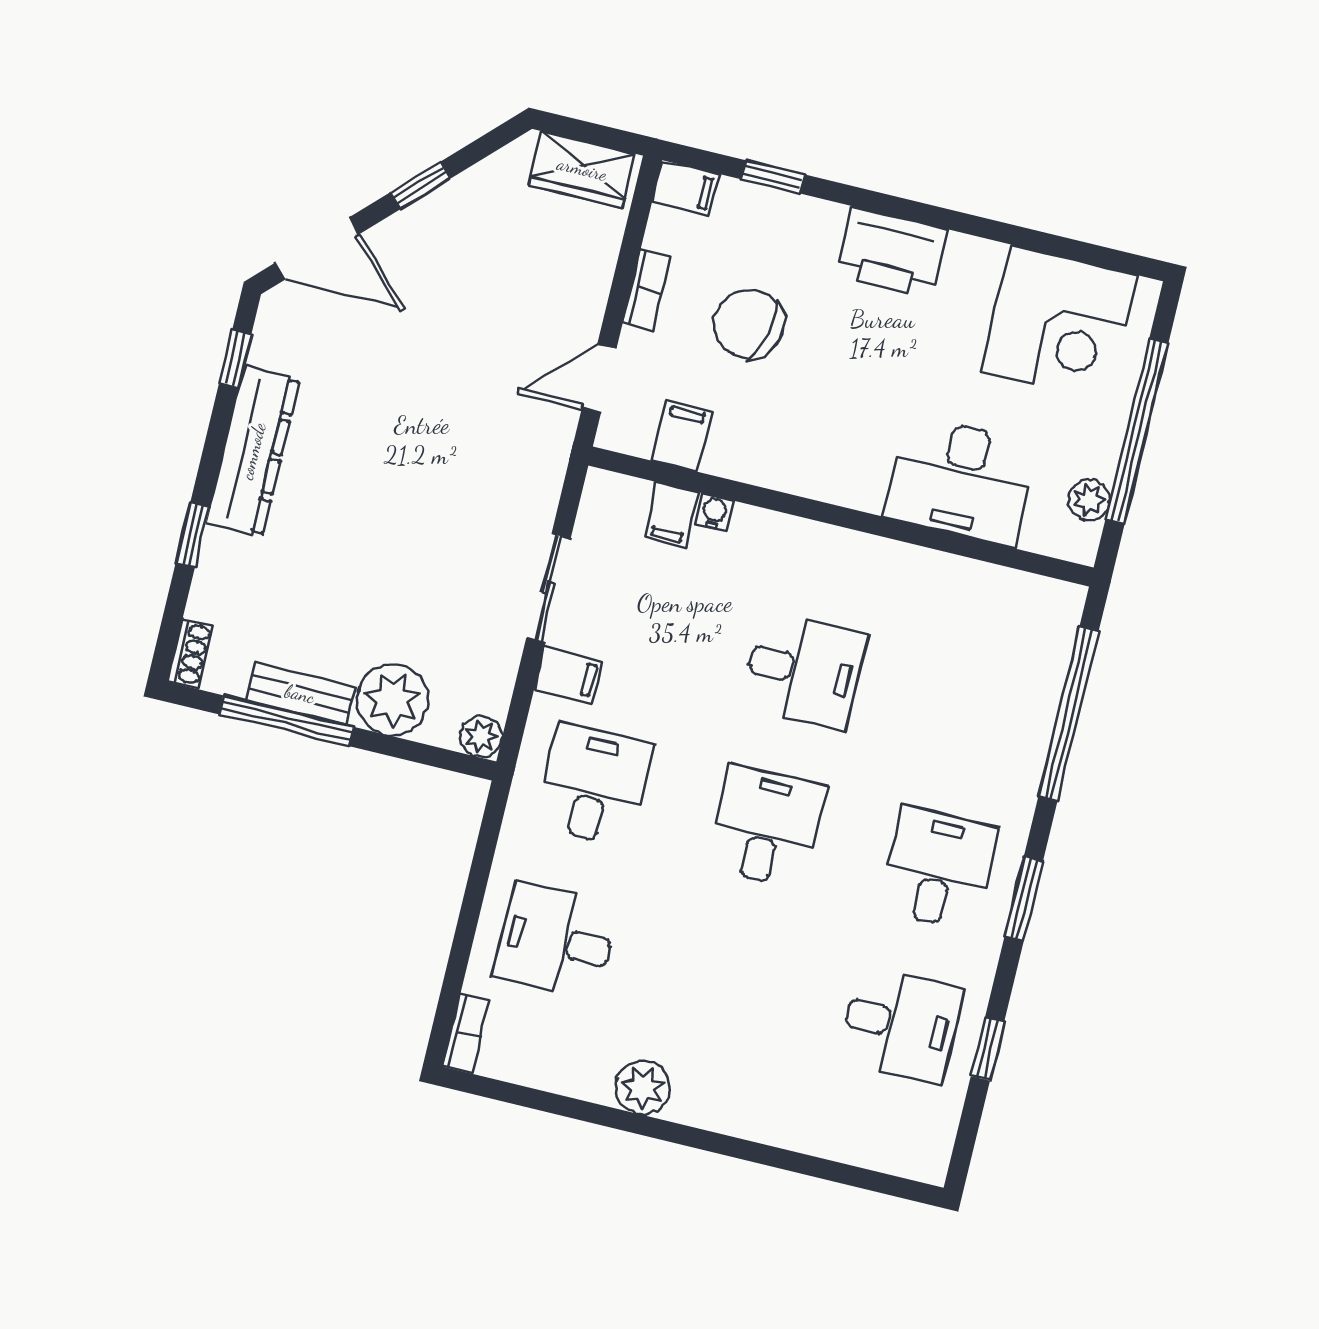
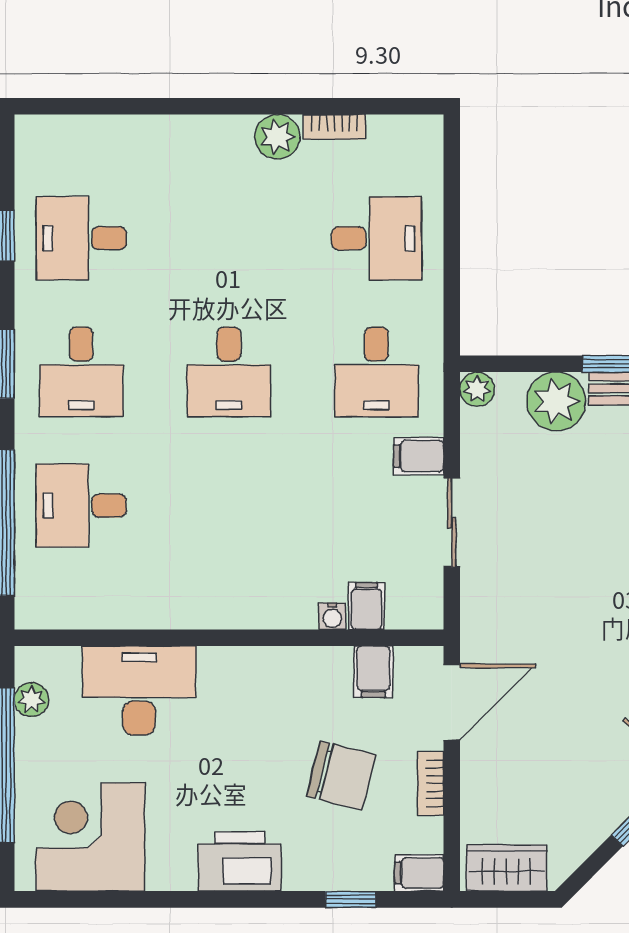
door: (599, 378) -> (452, 702), width x1.38
desk: (804, 671) -> (81, 506), moved
bookcase: (466, 1034) -> (334, 127), moved, turned -90

